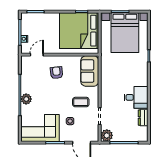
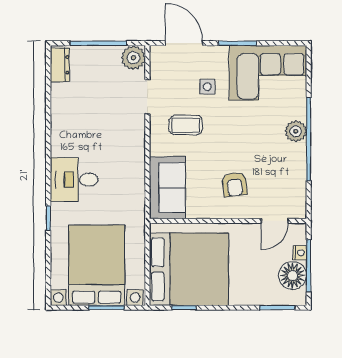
floor lamp: (28, 27) -> (292, 276), added
desk: (136, 97) -> (74, 180), moved
dresser: (143, 118) -> (60, 65), moved

